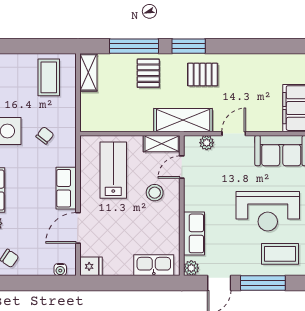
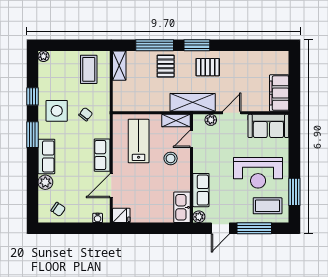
kitchen sink: (154, 265) -> (182, 207), moved, turned -90

